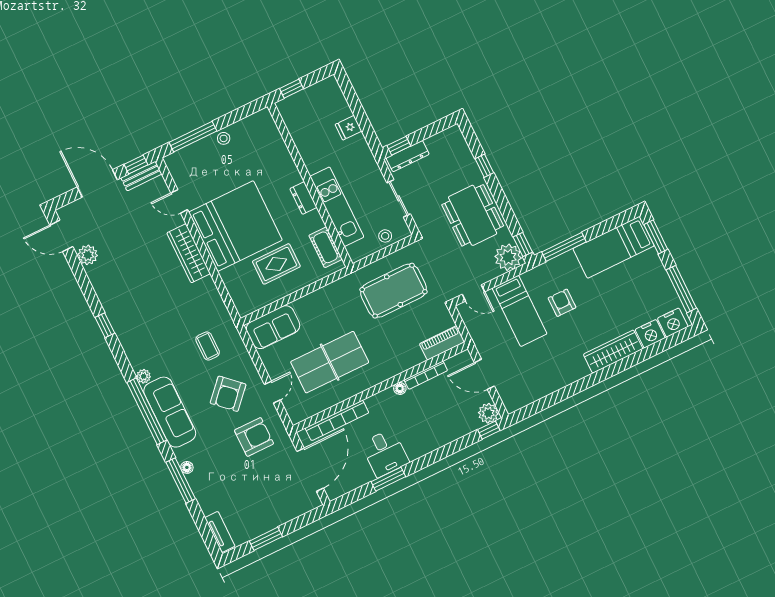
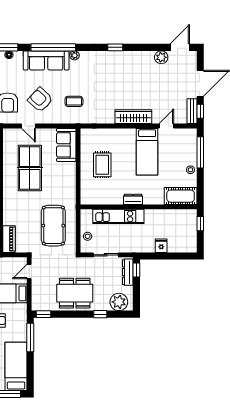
bed: (235, 226) -> (147, 152), width x0.49
cot: (325, 247) -> (181, 196), moved, width x1.37, depth x1.34
plant: (508, 257) -> (119, 302), moved

